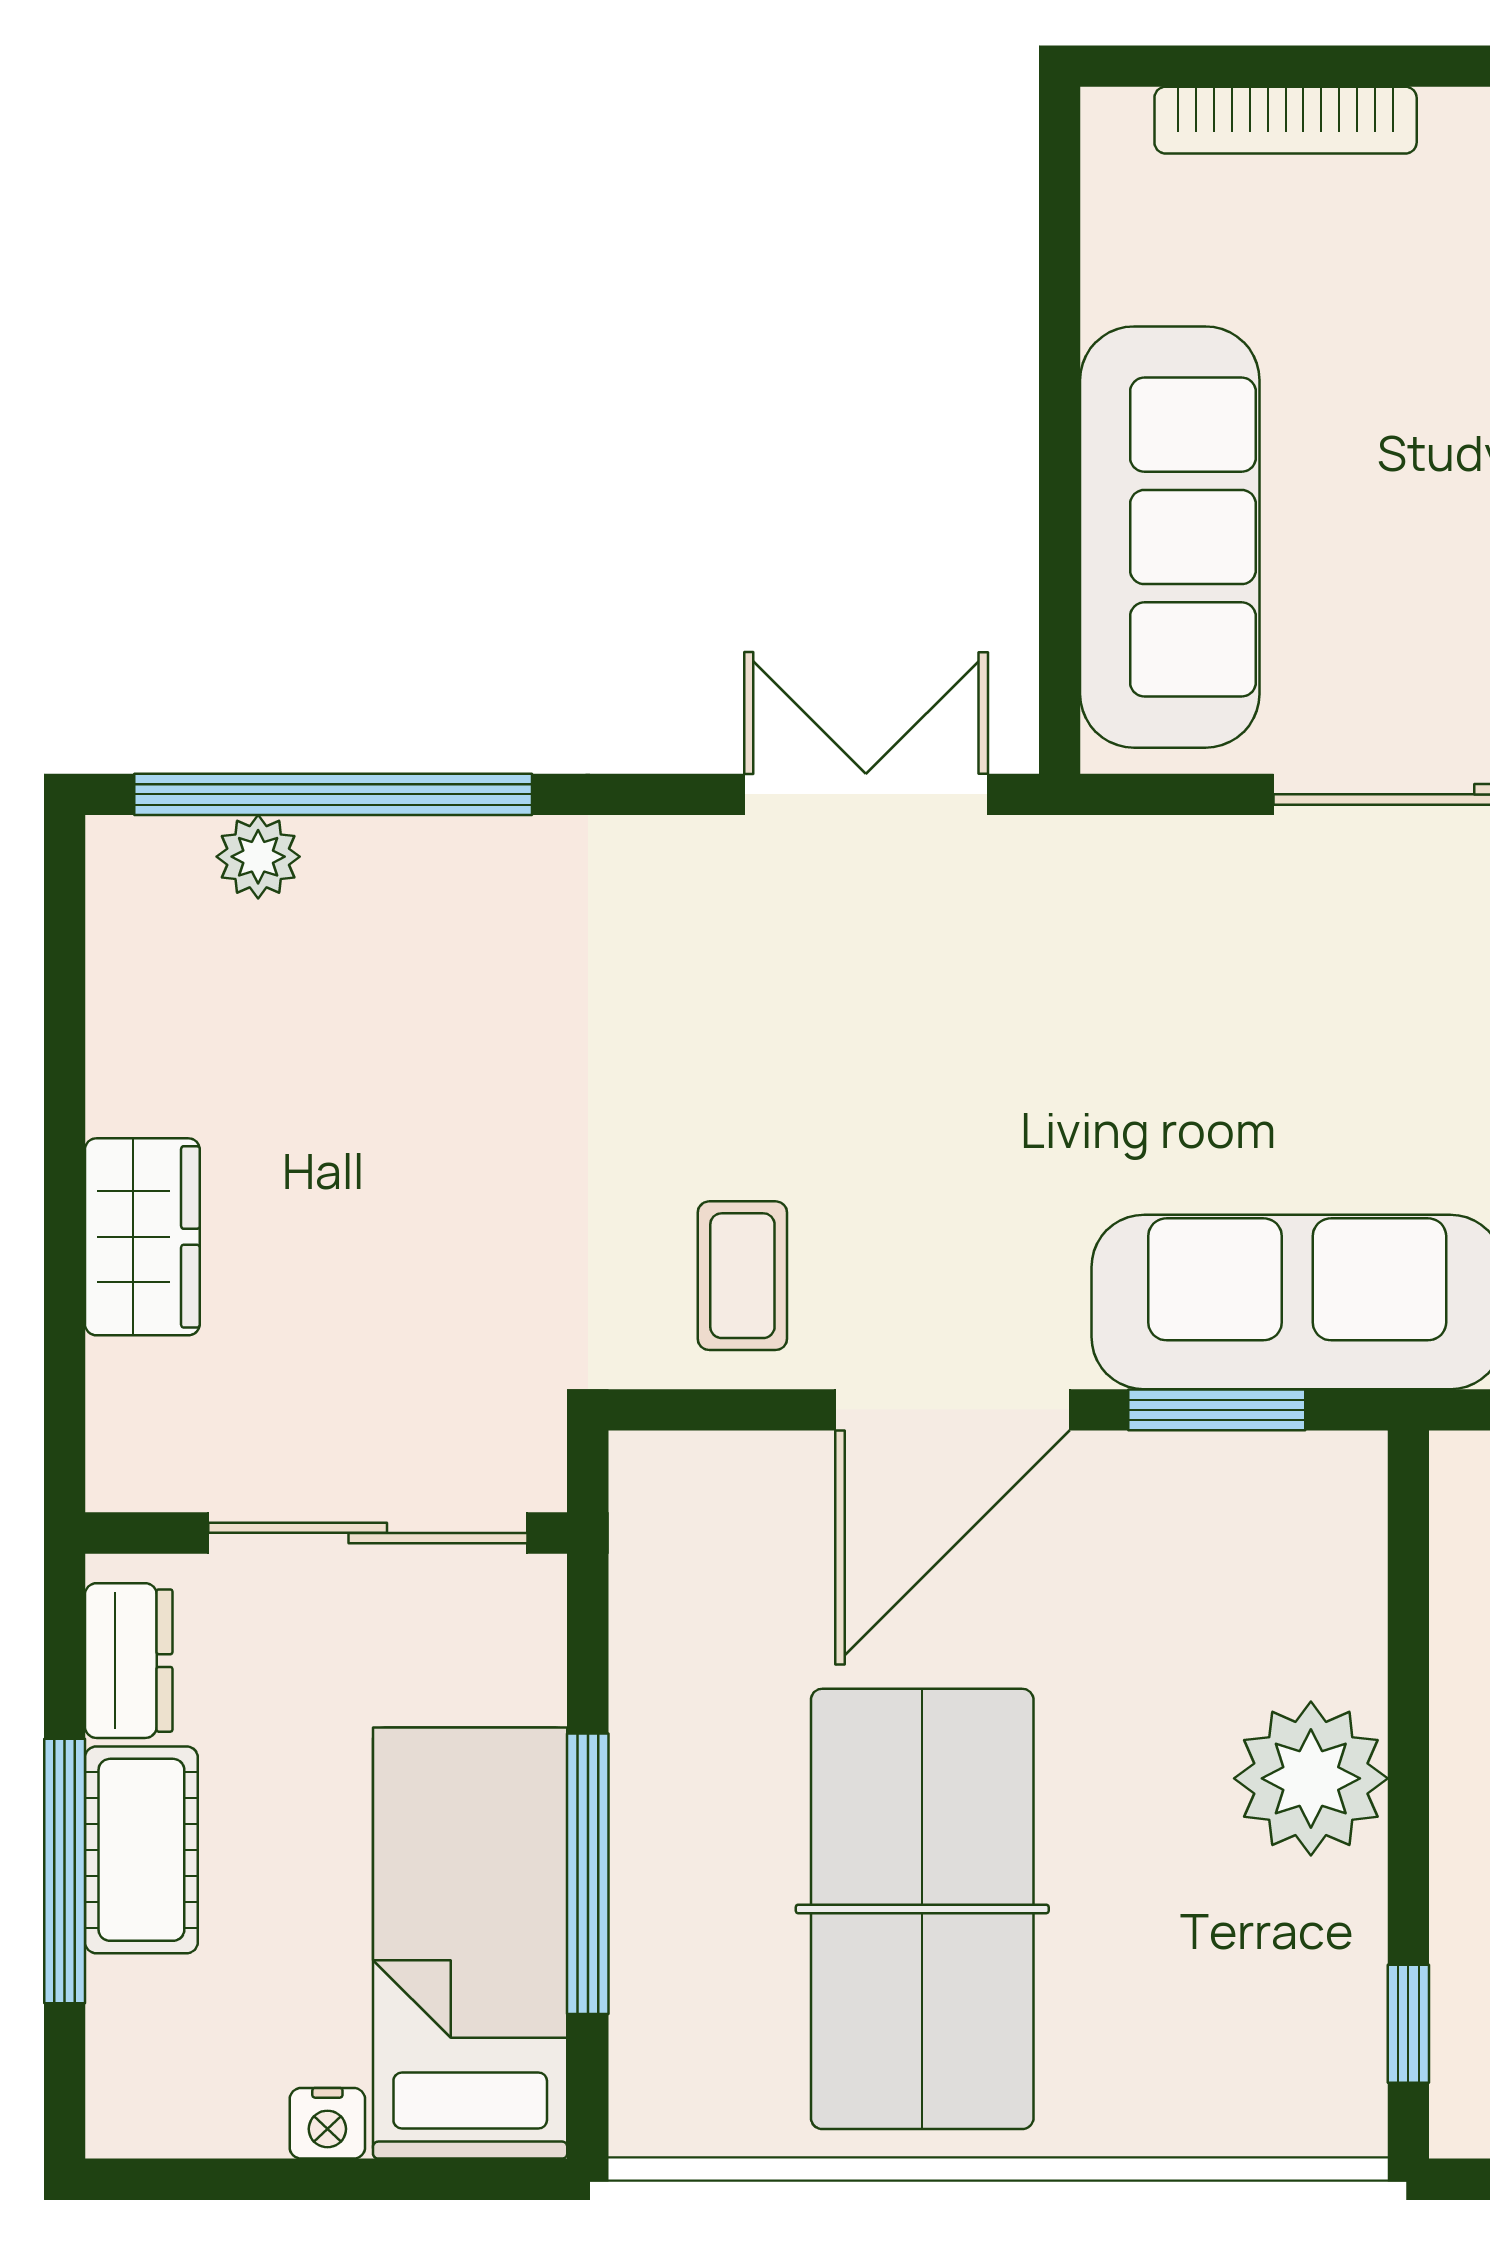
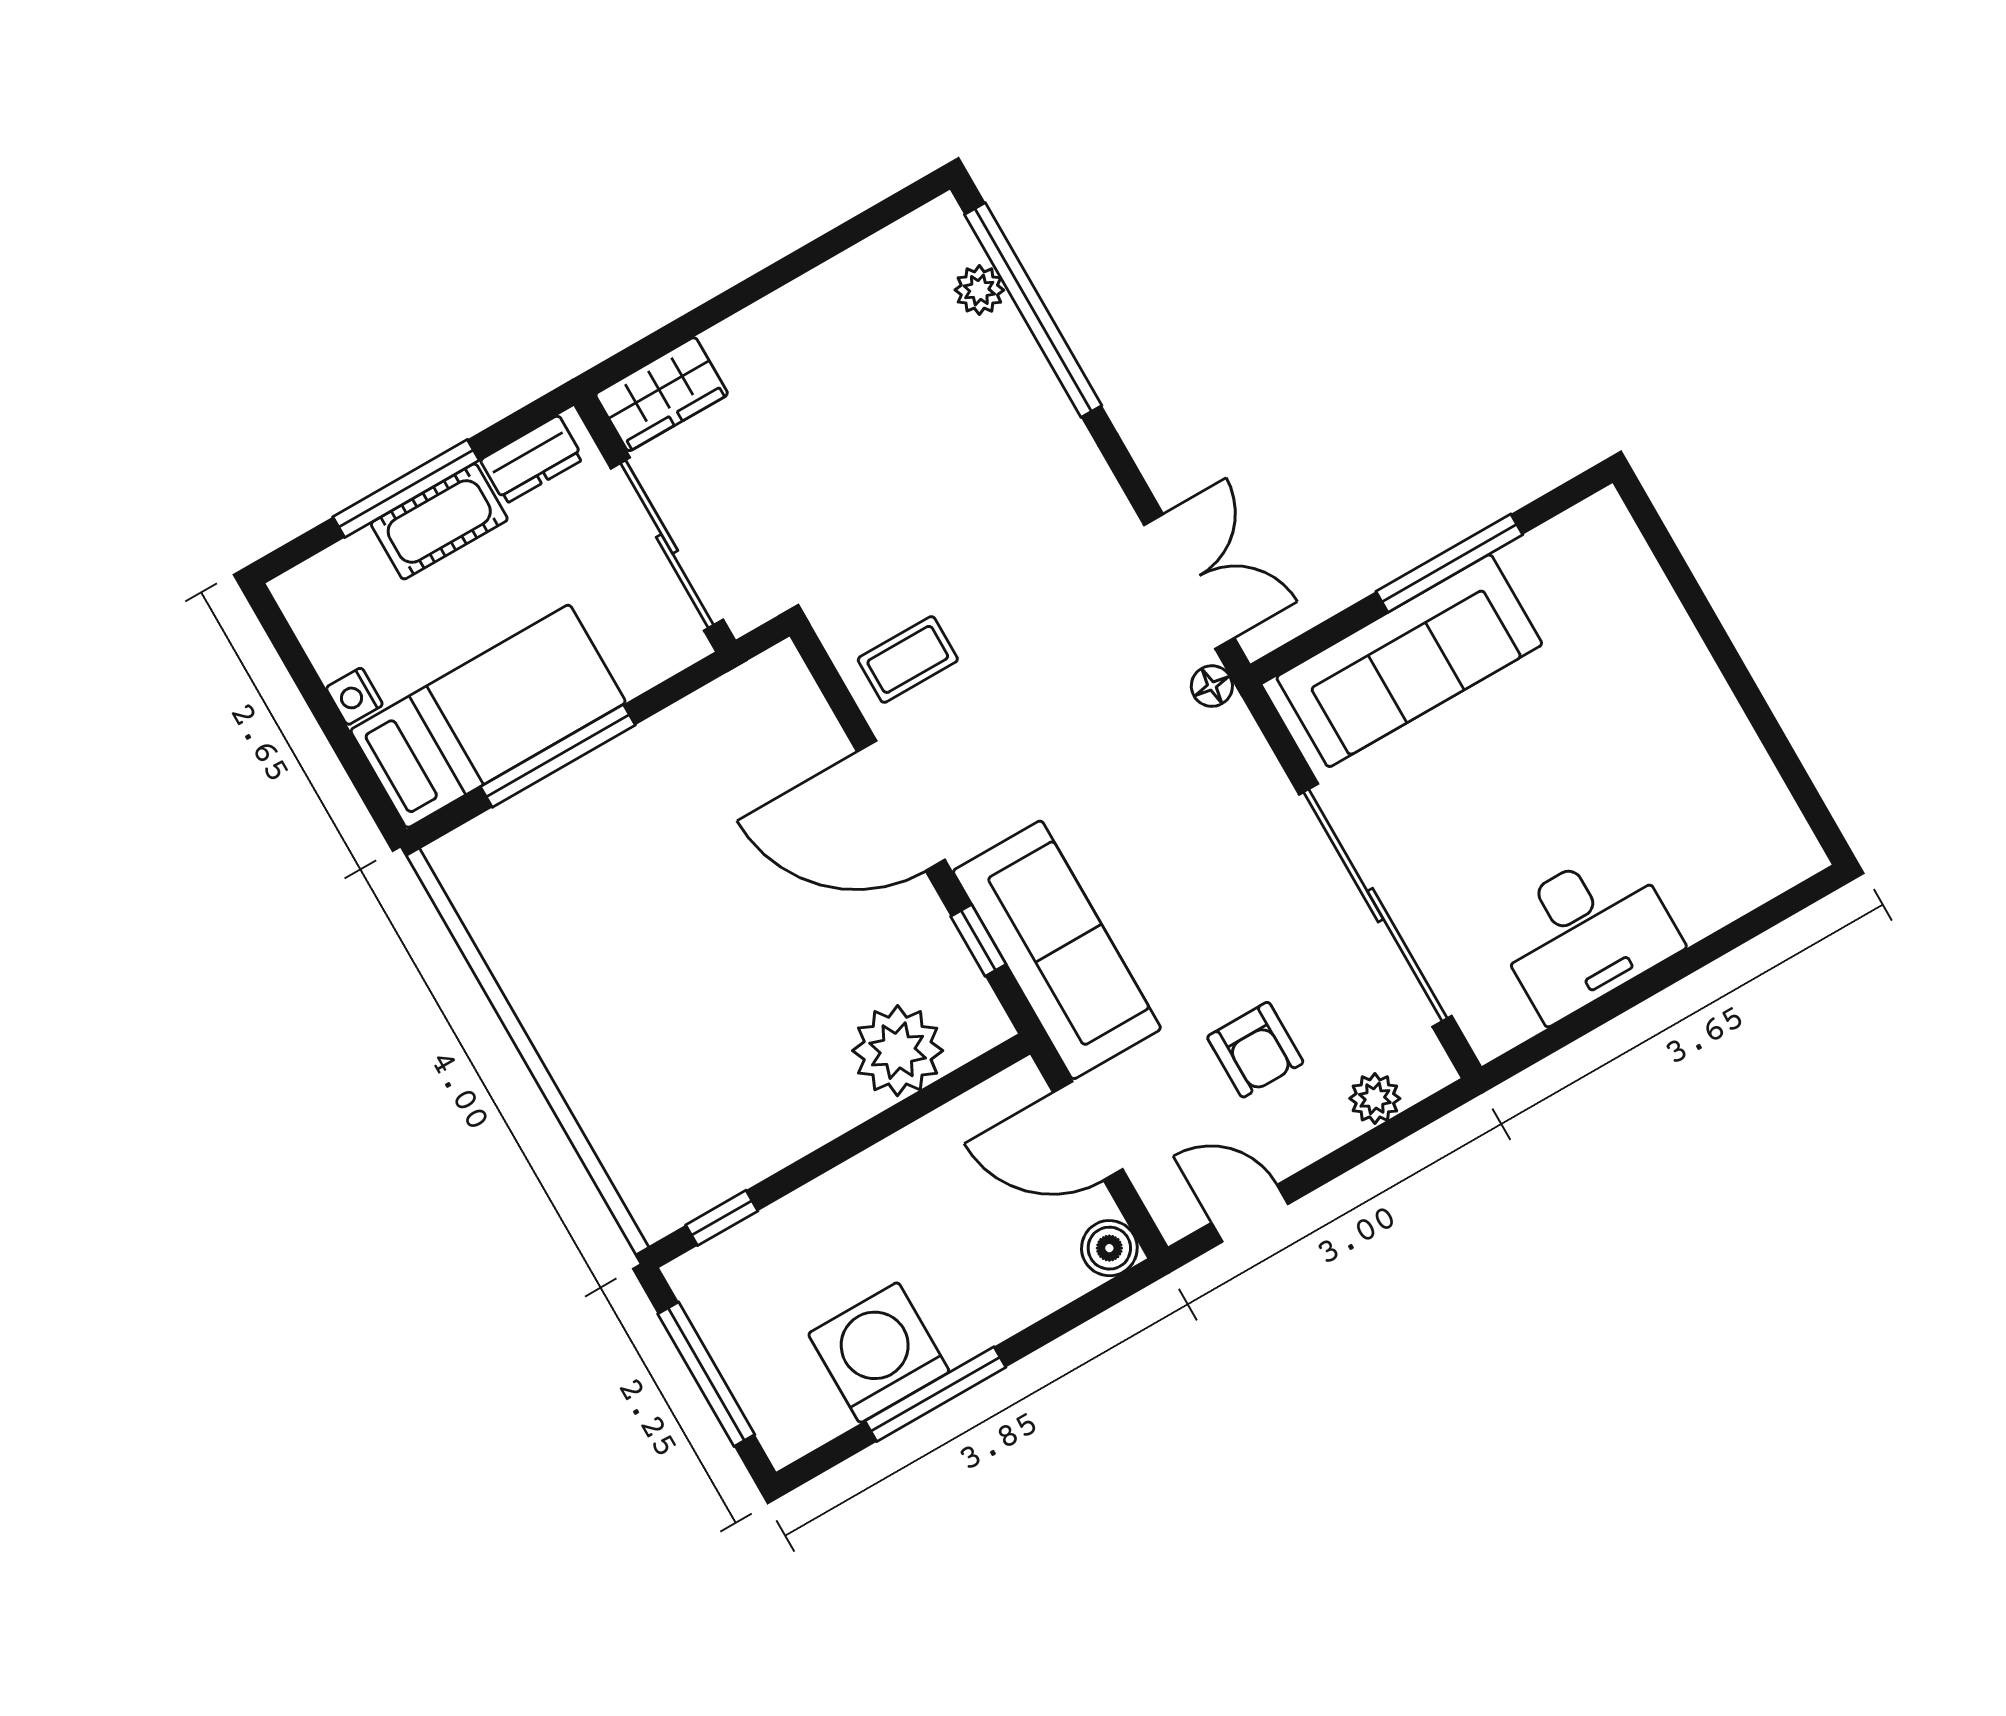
bookcase: (1286, 120) -> (1656, 598), removed
window: (1060, 395) -> (1449, 563), added
floor lamp: (1040, 850) -> (1212, 686), added
wardrobe: (142, 1237) -> (662, 394), moved
window: (1217, 1410) -> (978, 940), width x0.67
plant: (1311, 1778) -> (898, 1051), moved
table tennis table: (922, 1909) -> (638, 937), removed

